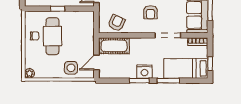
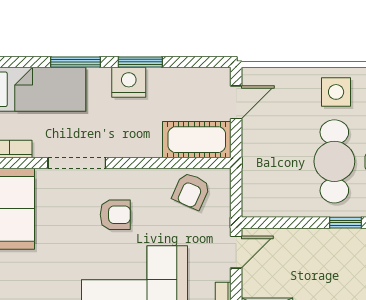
window: (58, 9) -> (346, 223), moved
armchair: (151, 12) -> (115, 215), turned 90
side table: (71, 68) -> (336, 92), moved

